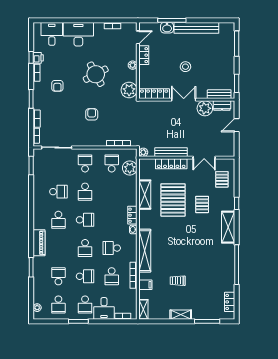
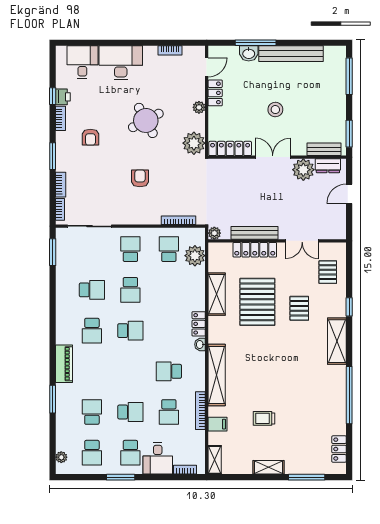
school desk: (85, 248) -> (130, 371), removed

